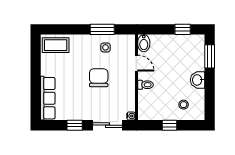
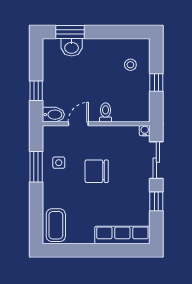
window: (183, 29) -> (36, 91), moved
washbasin: (198, 80) -> (72, 47), moved

